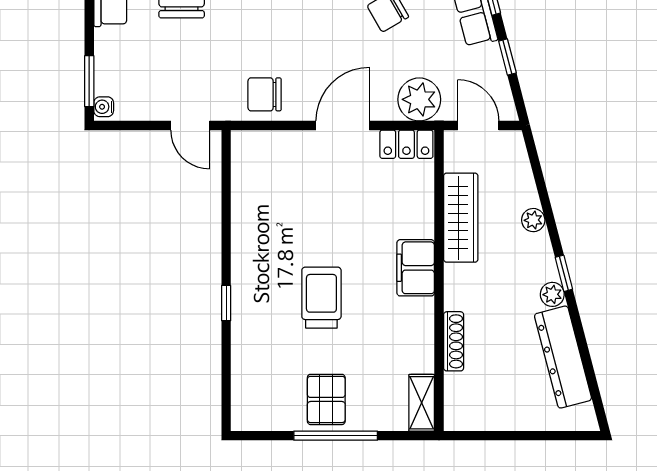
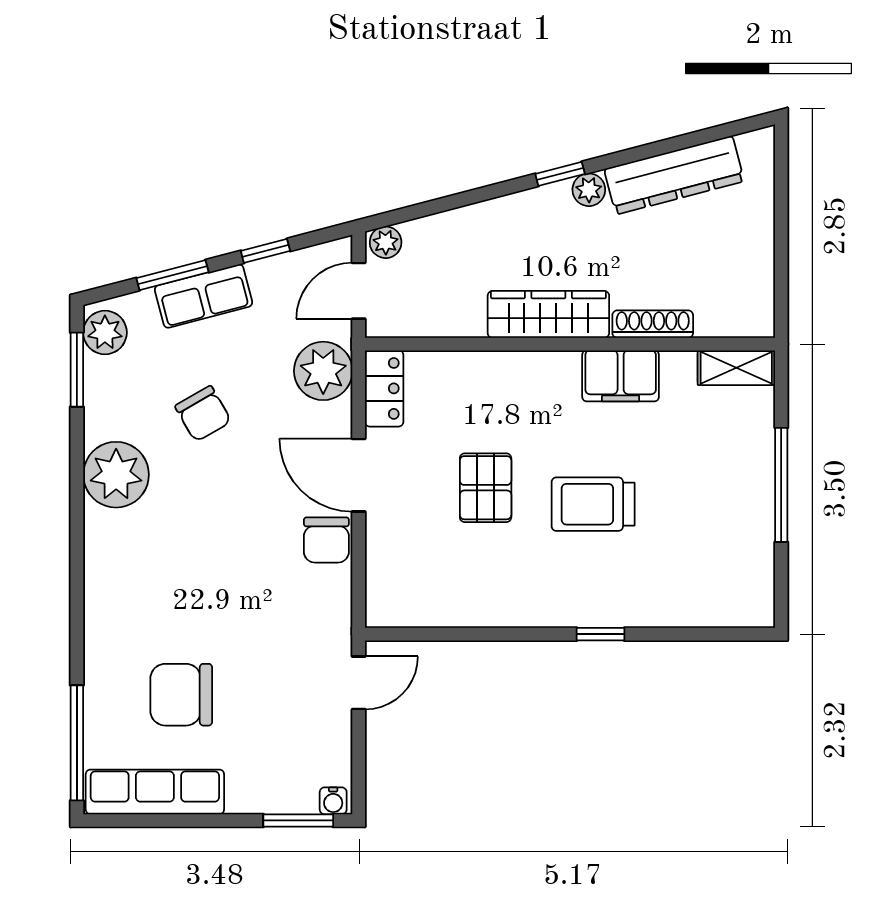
chair: (265, 94) -> (326, 540), moved
wardrobe: (461, 218) -> (548, 314), moved
plant: (533, 220) -> (386, 242), moved
filing cabinet: (416, 268) -> (621, 376), moved
pallet: (326, 399) -> (486, 488), moved, turned 90

